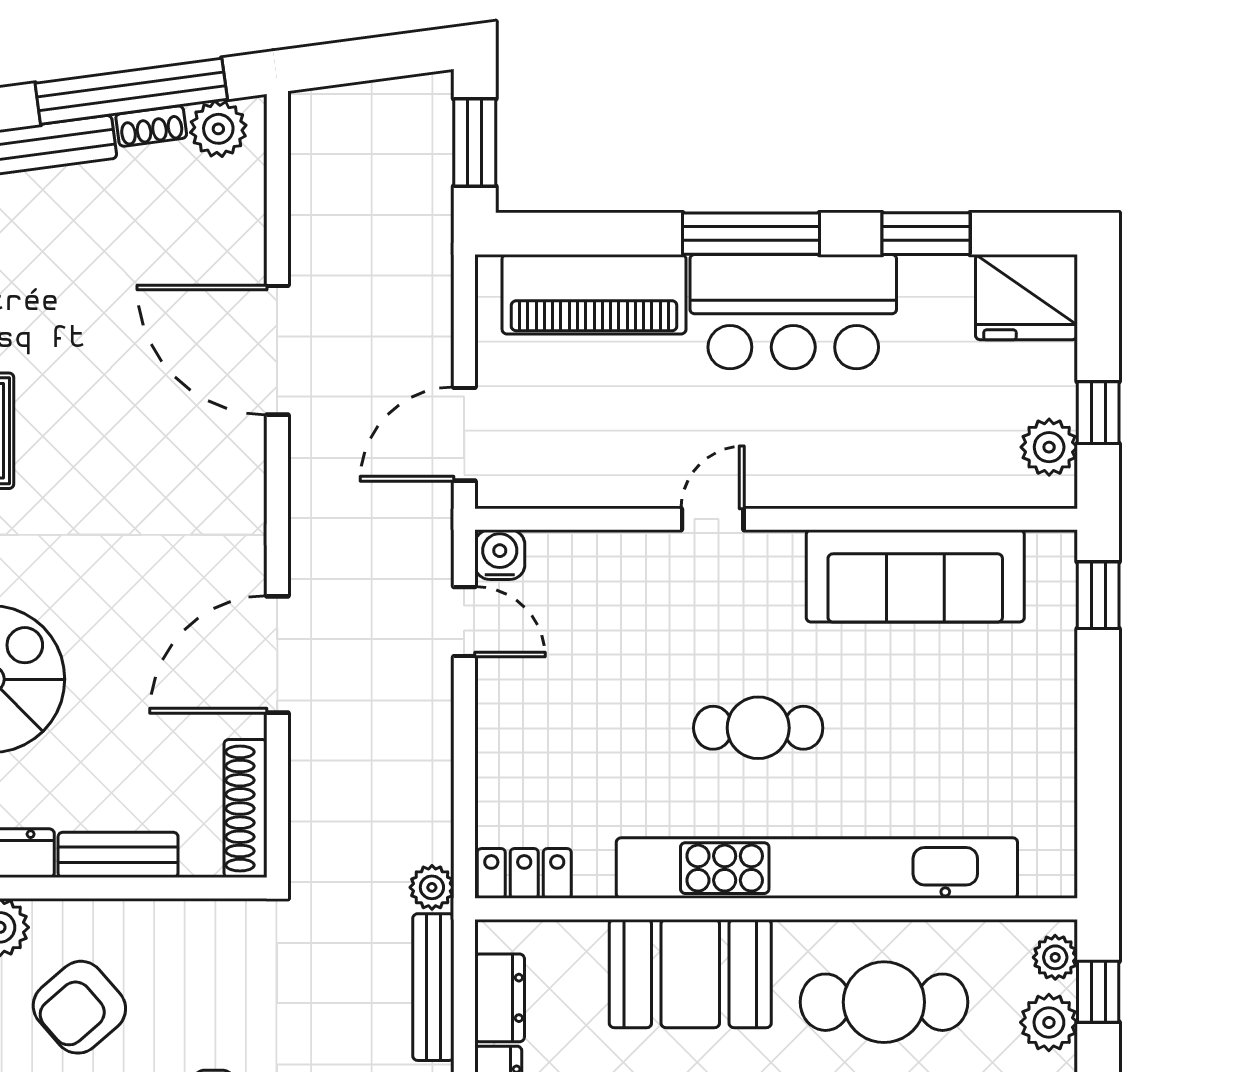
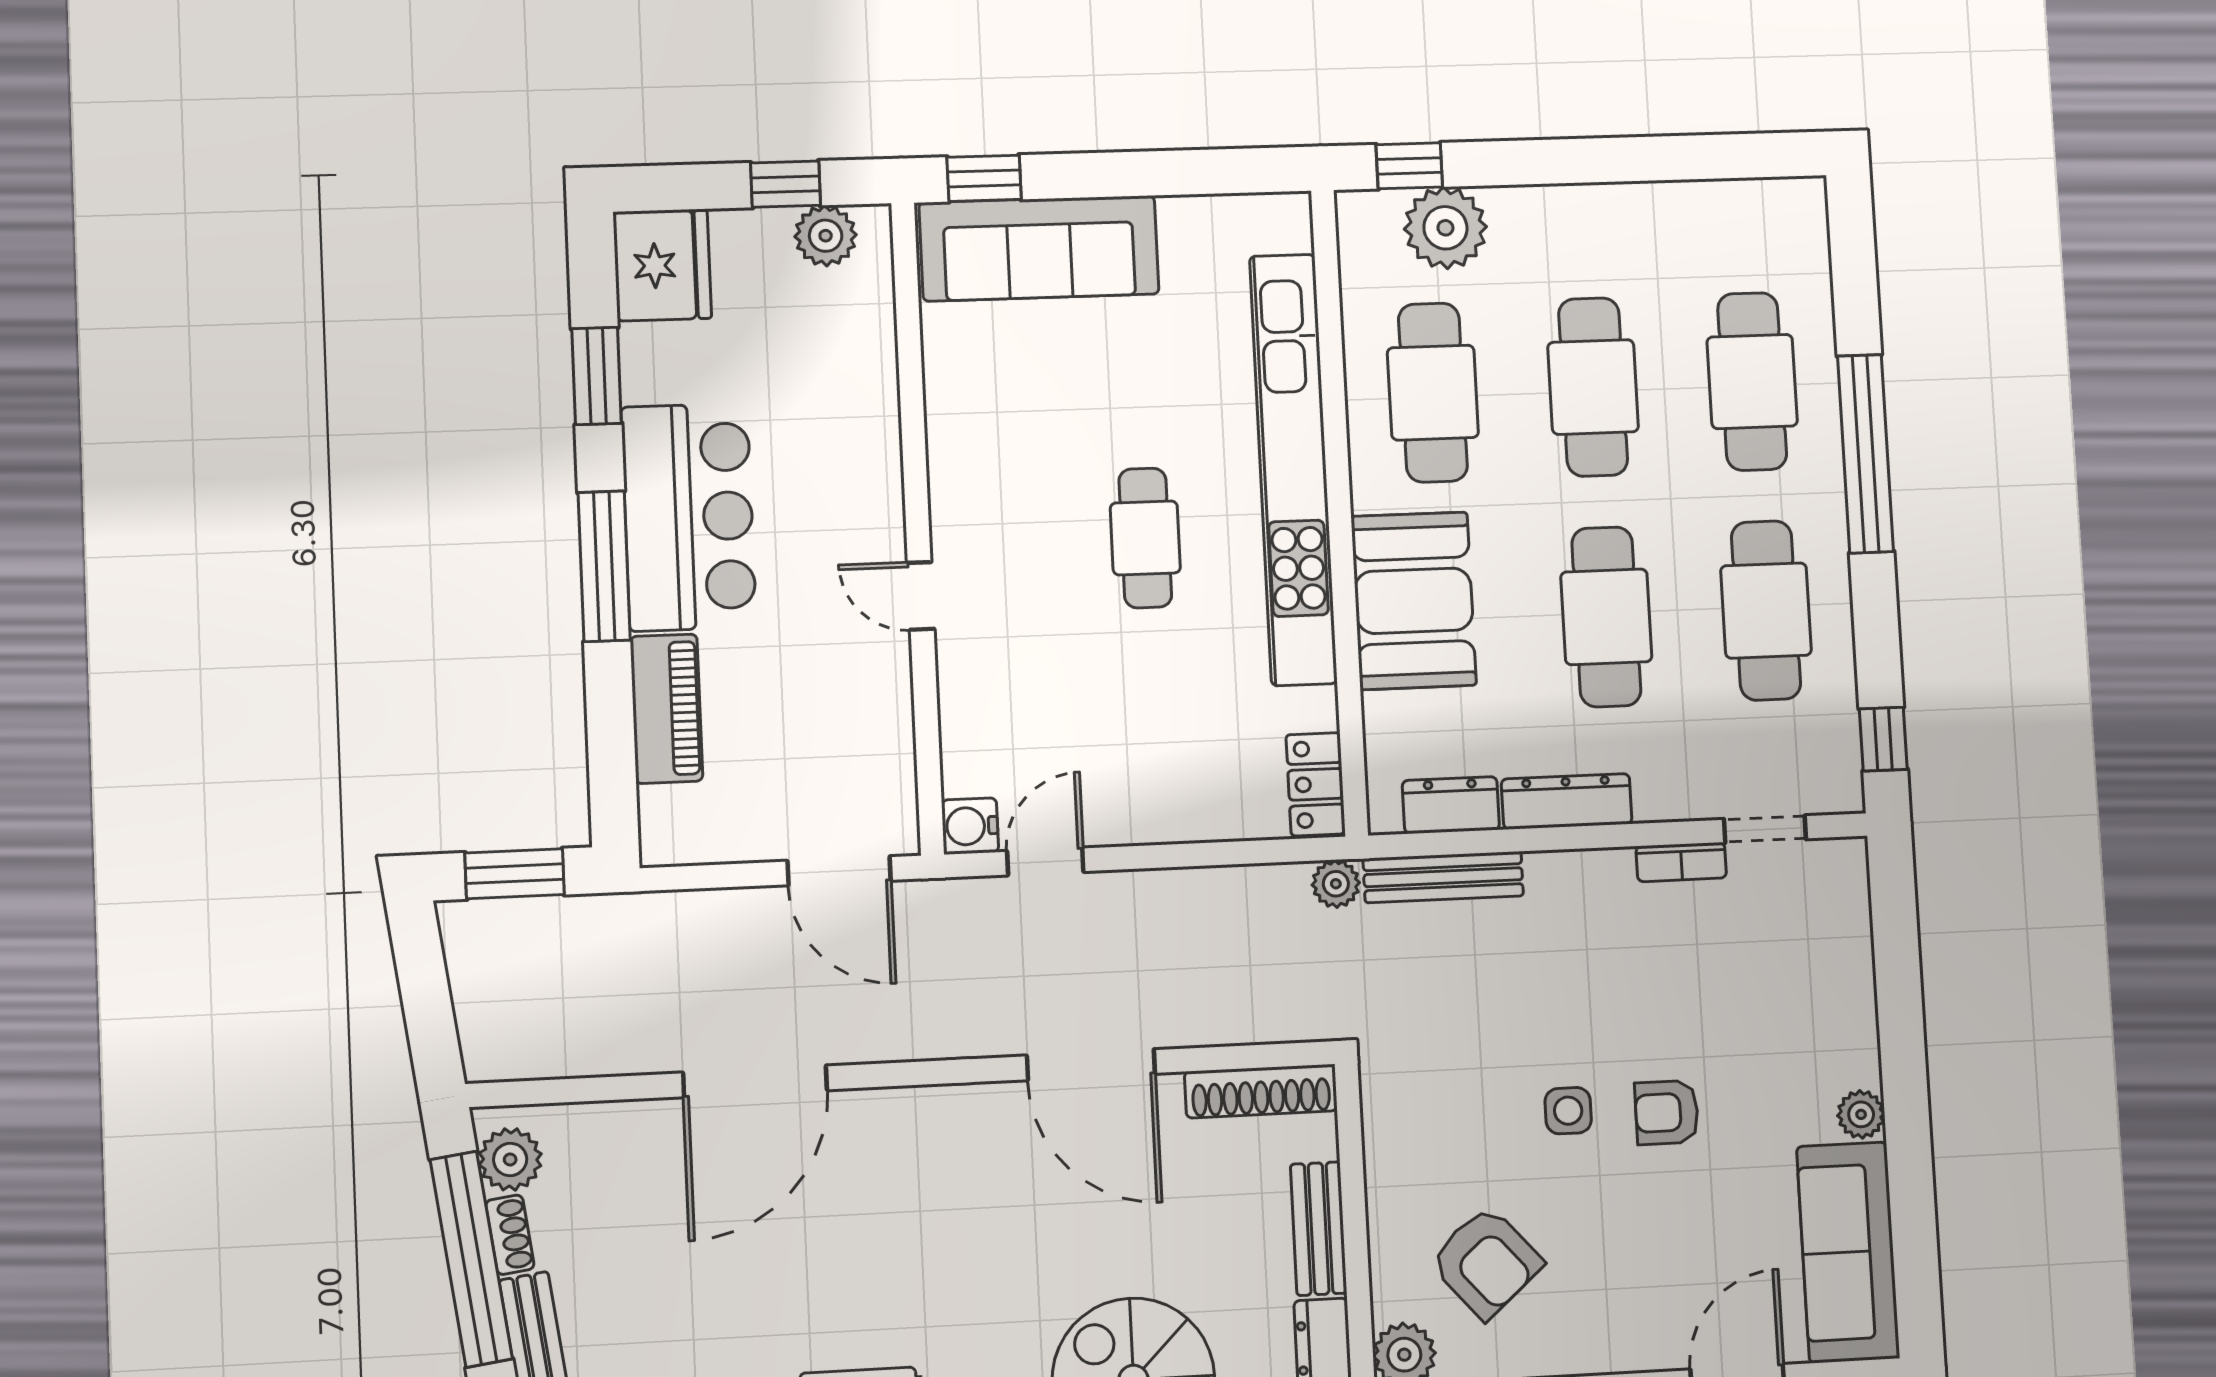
piano: (594, 294) -> (666, 709), width x0.73, depth x0.75
sofa: (915, 576) -> (1039, 248), moved, turned 90
plant: (1055, 957) -> (1375, 212), removed
plant: (1049, 1022) -> (1445, 228), width x1.36, depth x1.36

